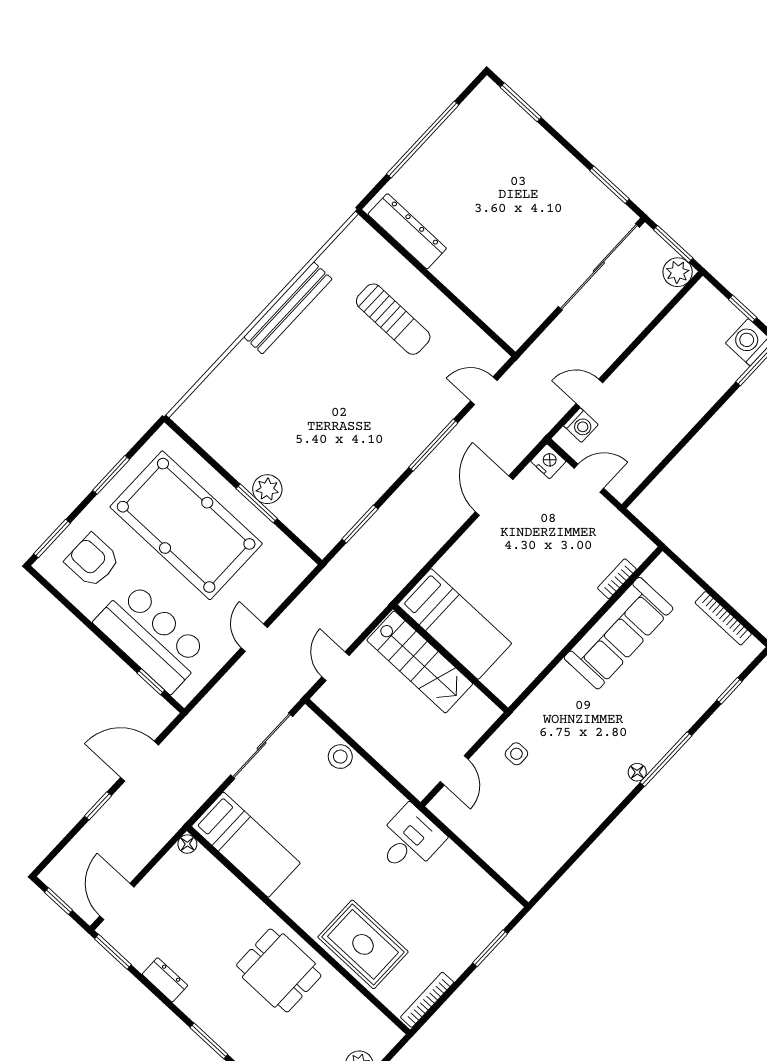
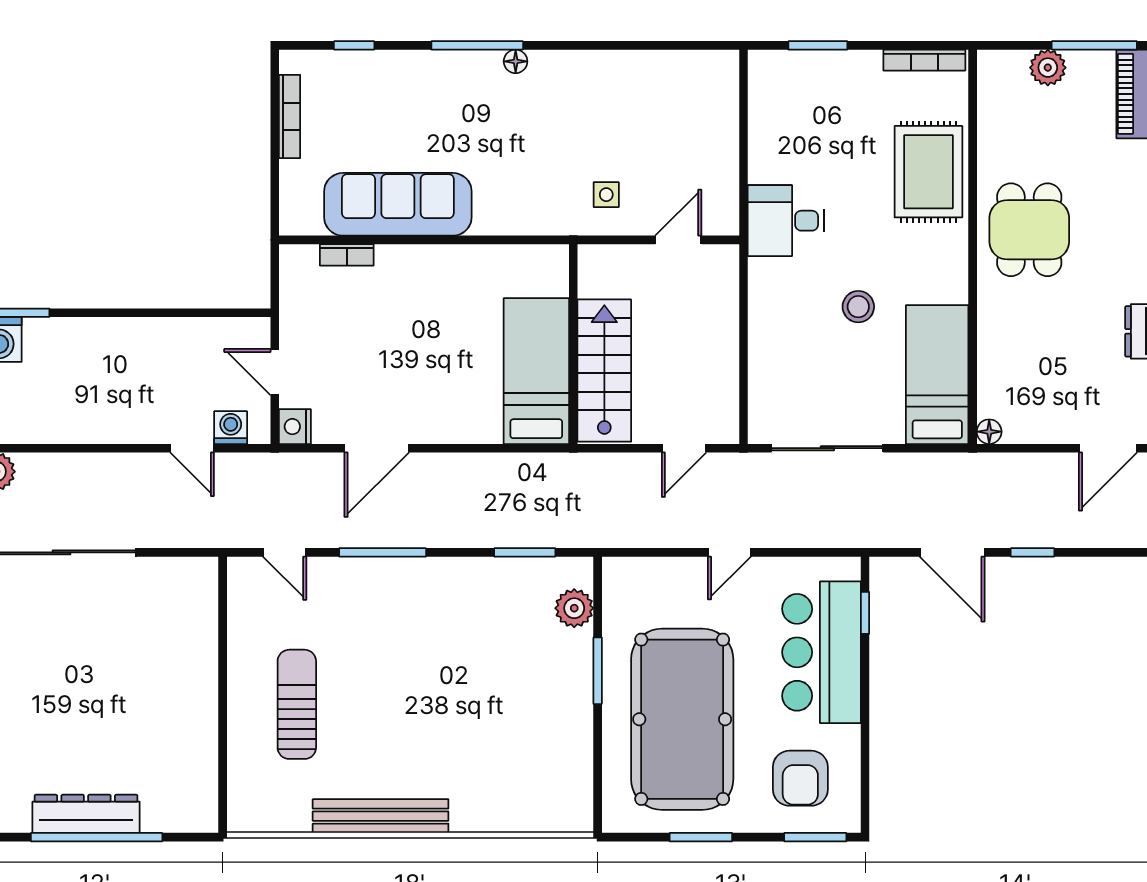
dresser: (407, 231) -> (86, 814), moved, turned 90
plant: (267, 489) -> (574, 608), moved
stool: (340, 757) -> (858, 307), moved

